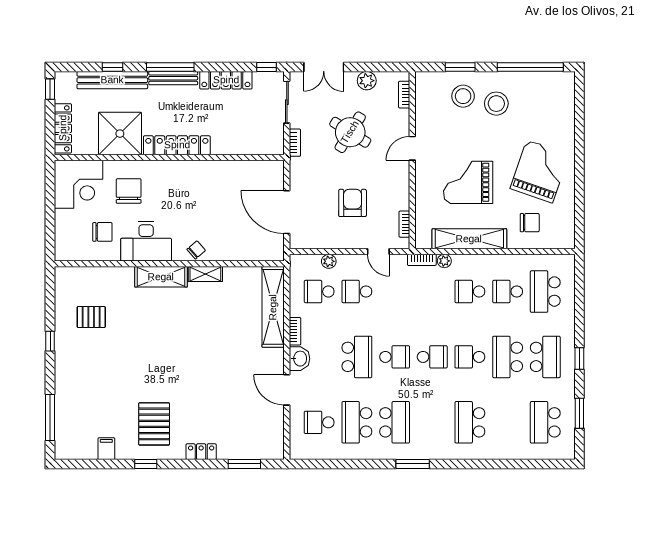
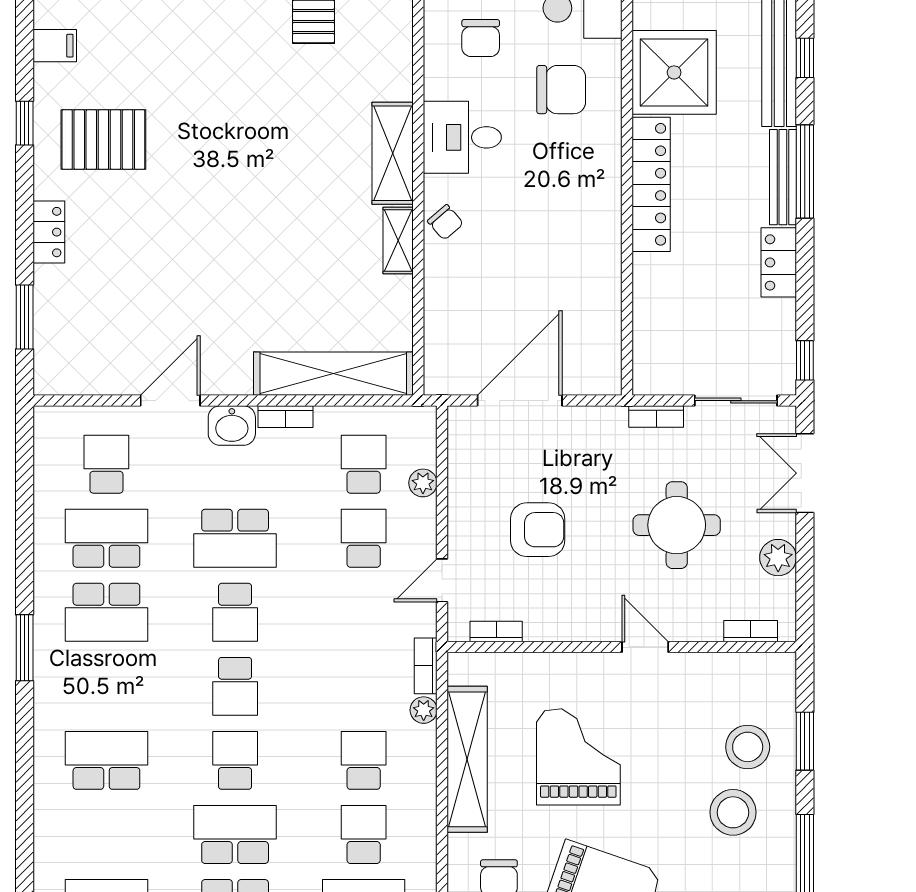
locker: (226, 80) -> (779, 262), width x0.66
round table: (350, 132) -> (677, 525), turned -32
desk: (146, 241) -> (462, 137), width x0.73

